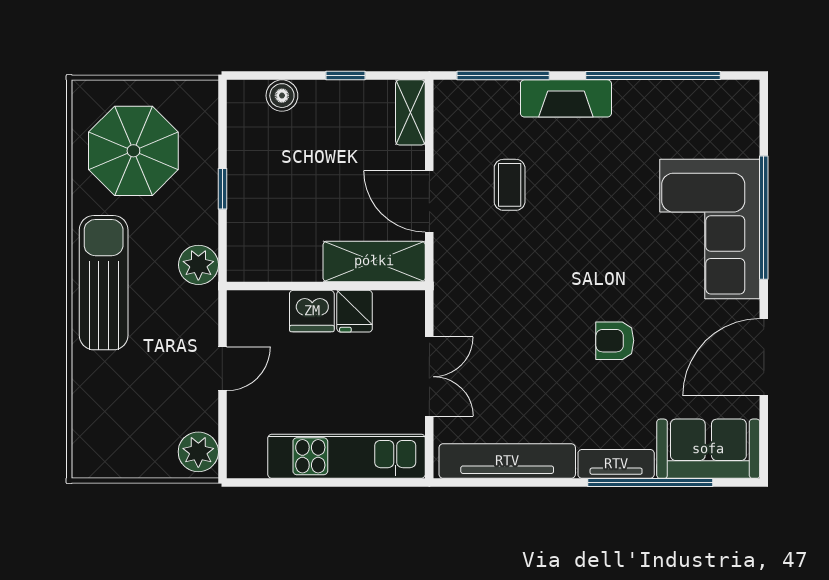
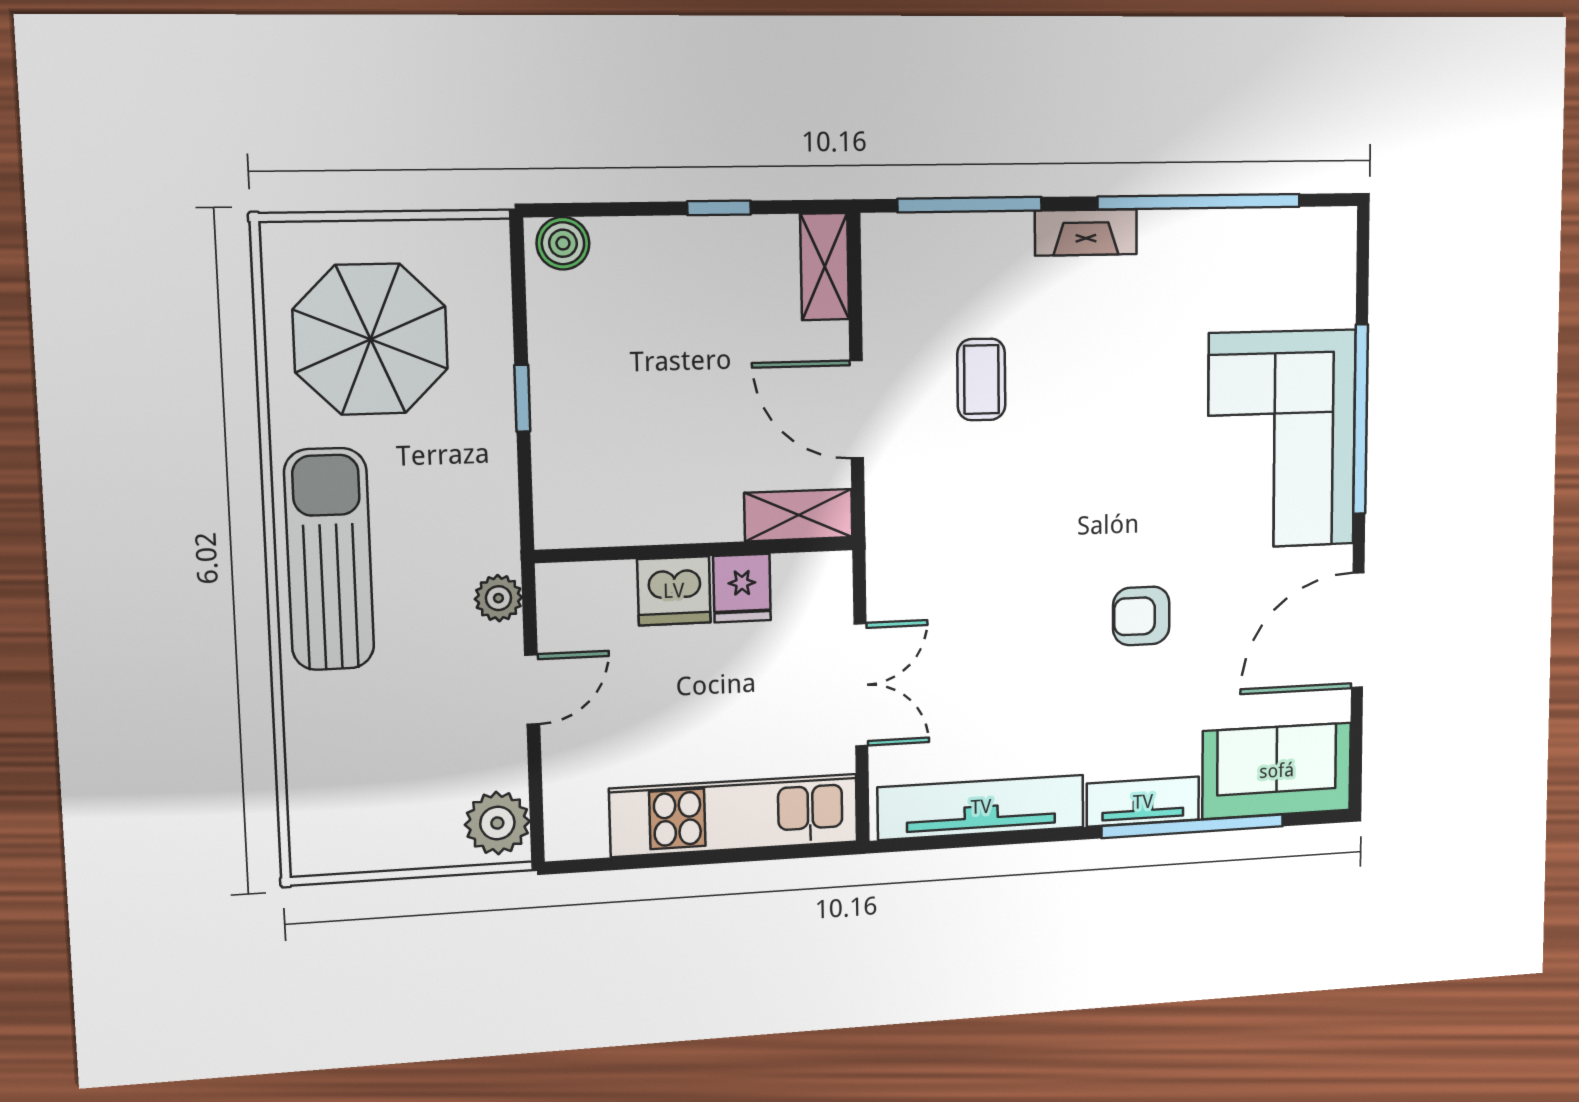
boiler: (282, 96) -> (563, 243), moved
fireplace: (566, 98) -> (1086, 232), width x0.73, depth x0.76
shelving: (374, 261) -> (798, 515), width x0.67, depth x0.75
plant: (198, 265) -> (498, 598), moved, width x0.73, depth x0.73

